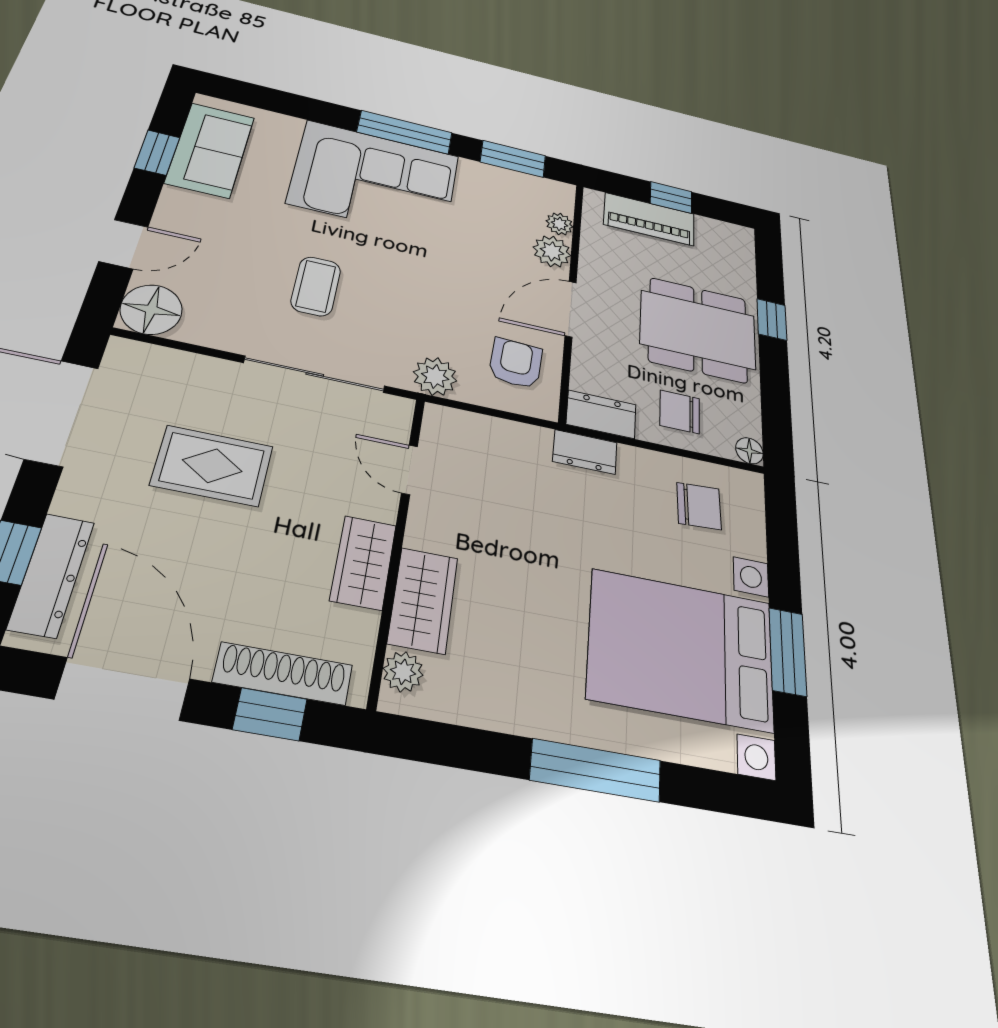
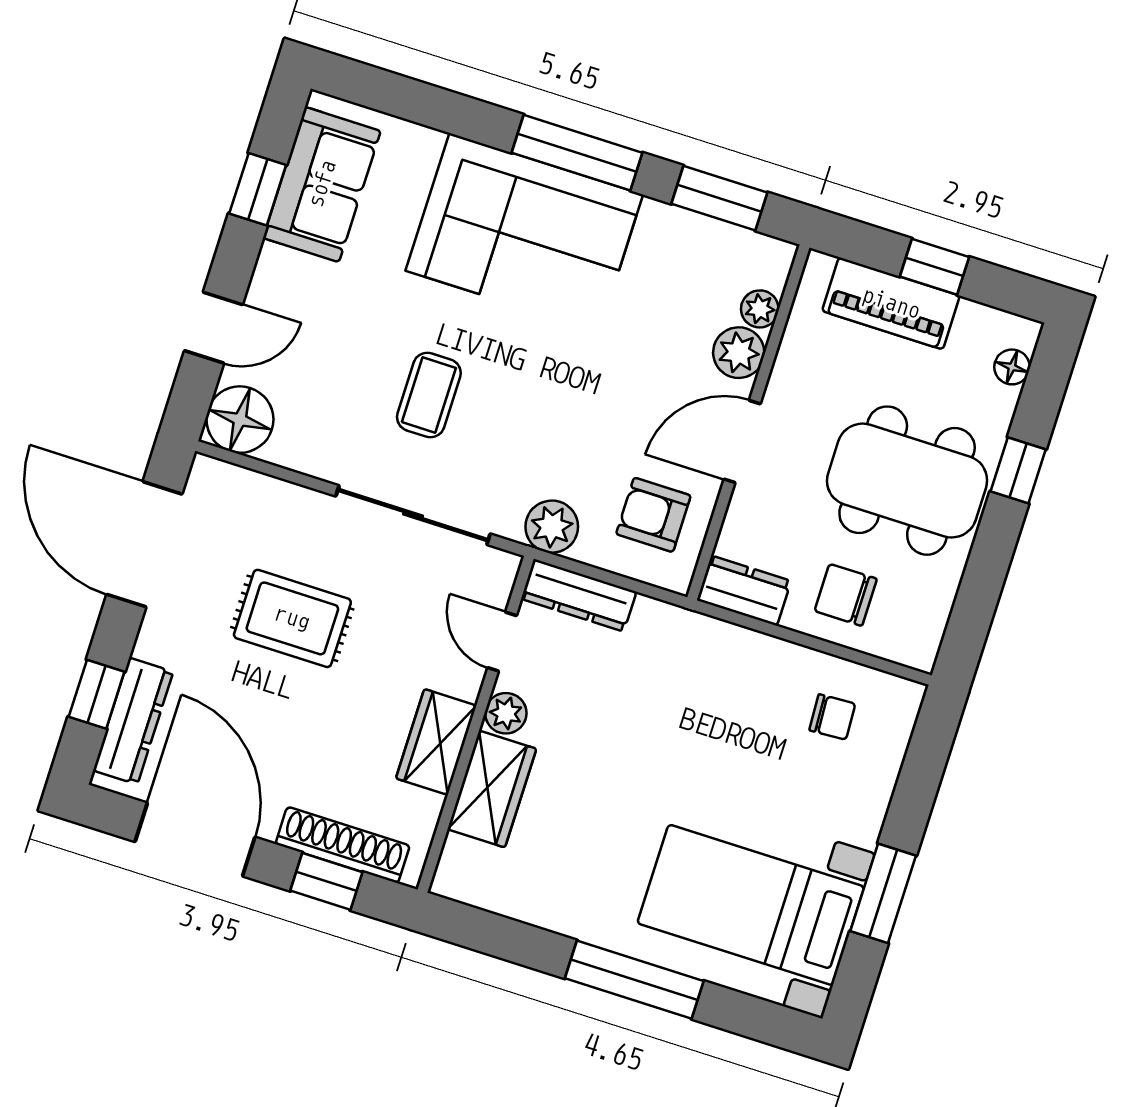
armchair: (516, 363) -> (653, 515), turned -93
floor lamp: (749, 451) -> (1012, 367), moved
dresser: (585, 452) -> (579, 595), moved, width x1.44
chair: (699, 506) -> (832, 717), width x0.73, depth x0.73
bed with nightstands: (681, 649) -> (751, 905), width x0.73
plant: (403, 672) -> (506, 713), moved

